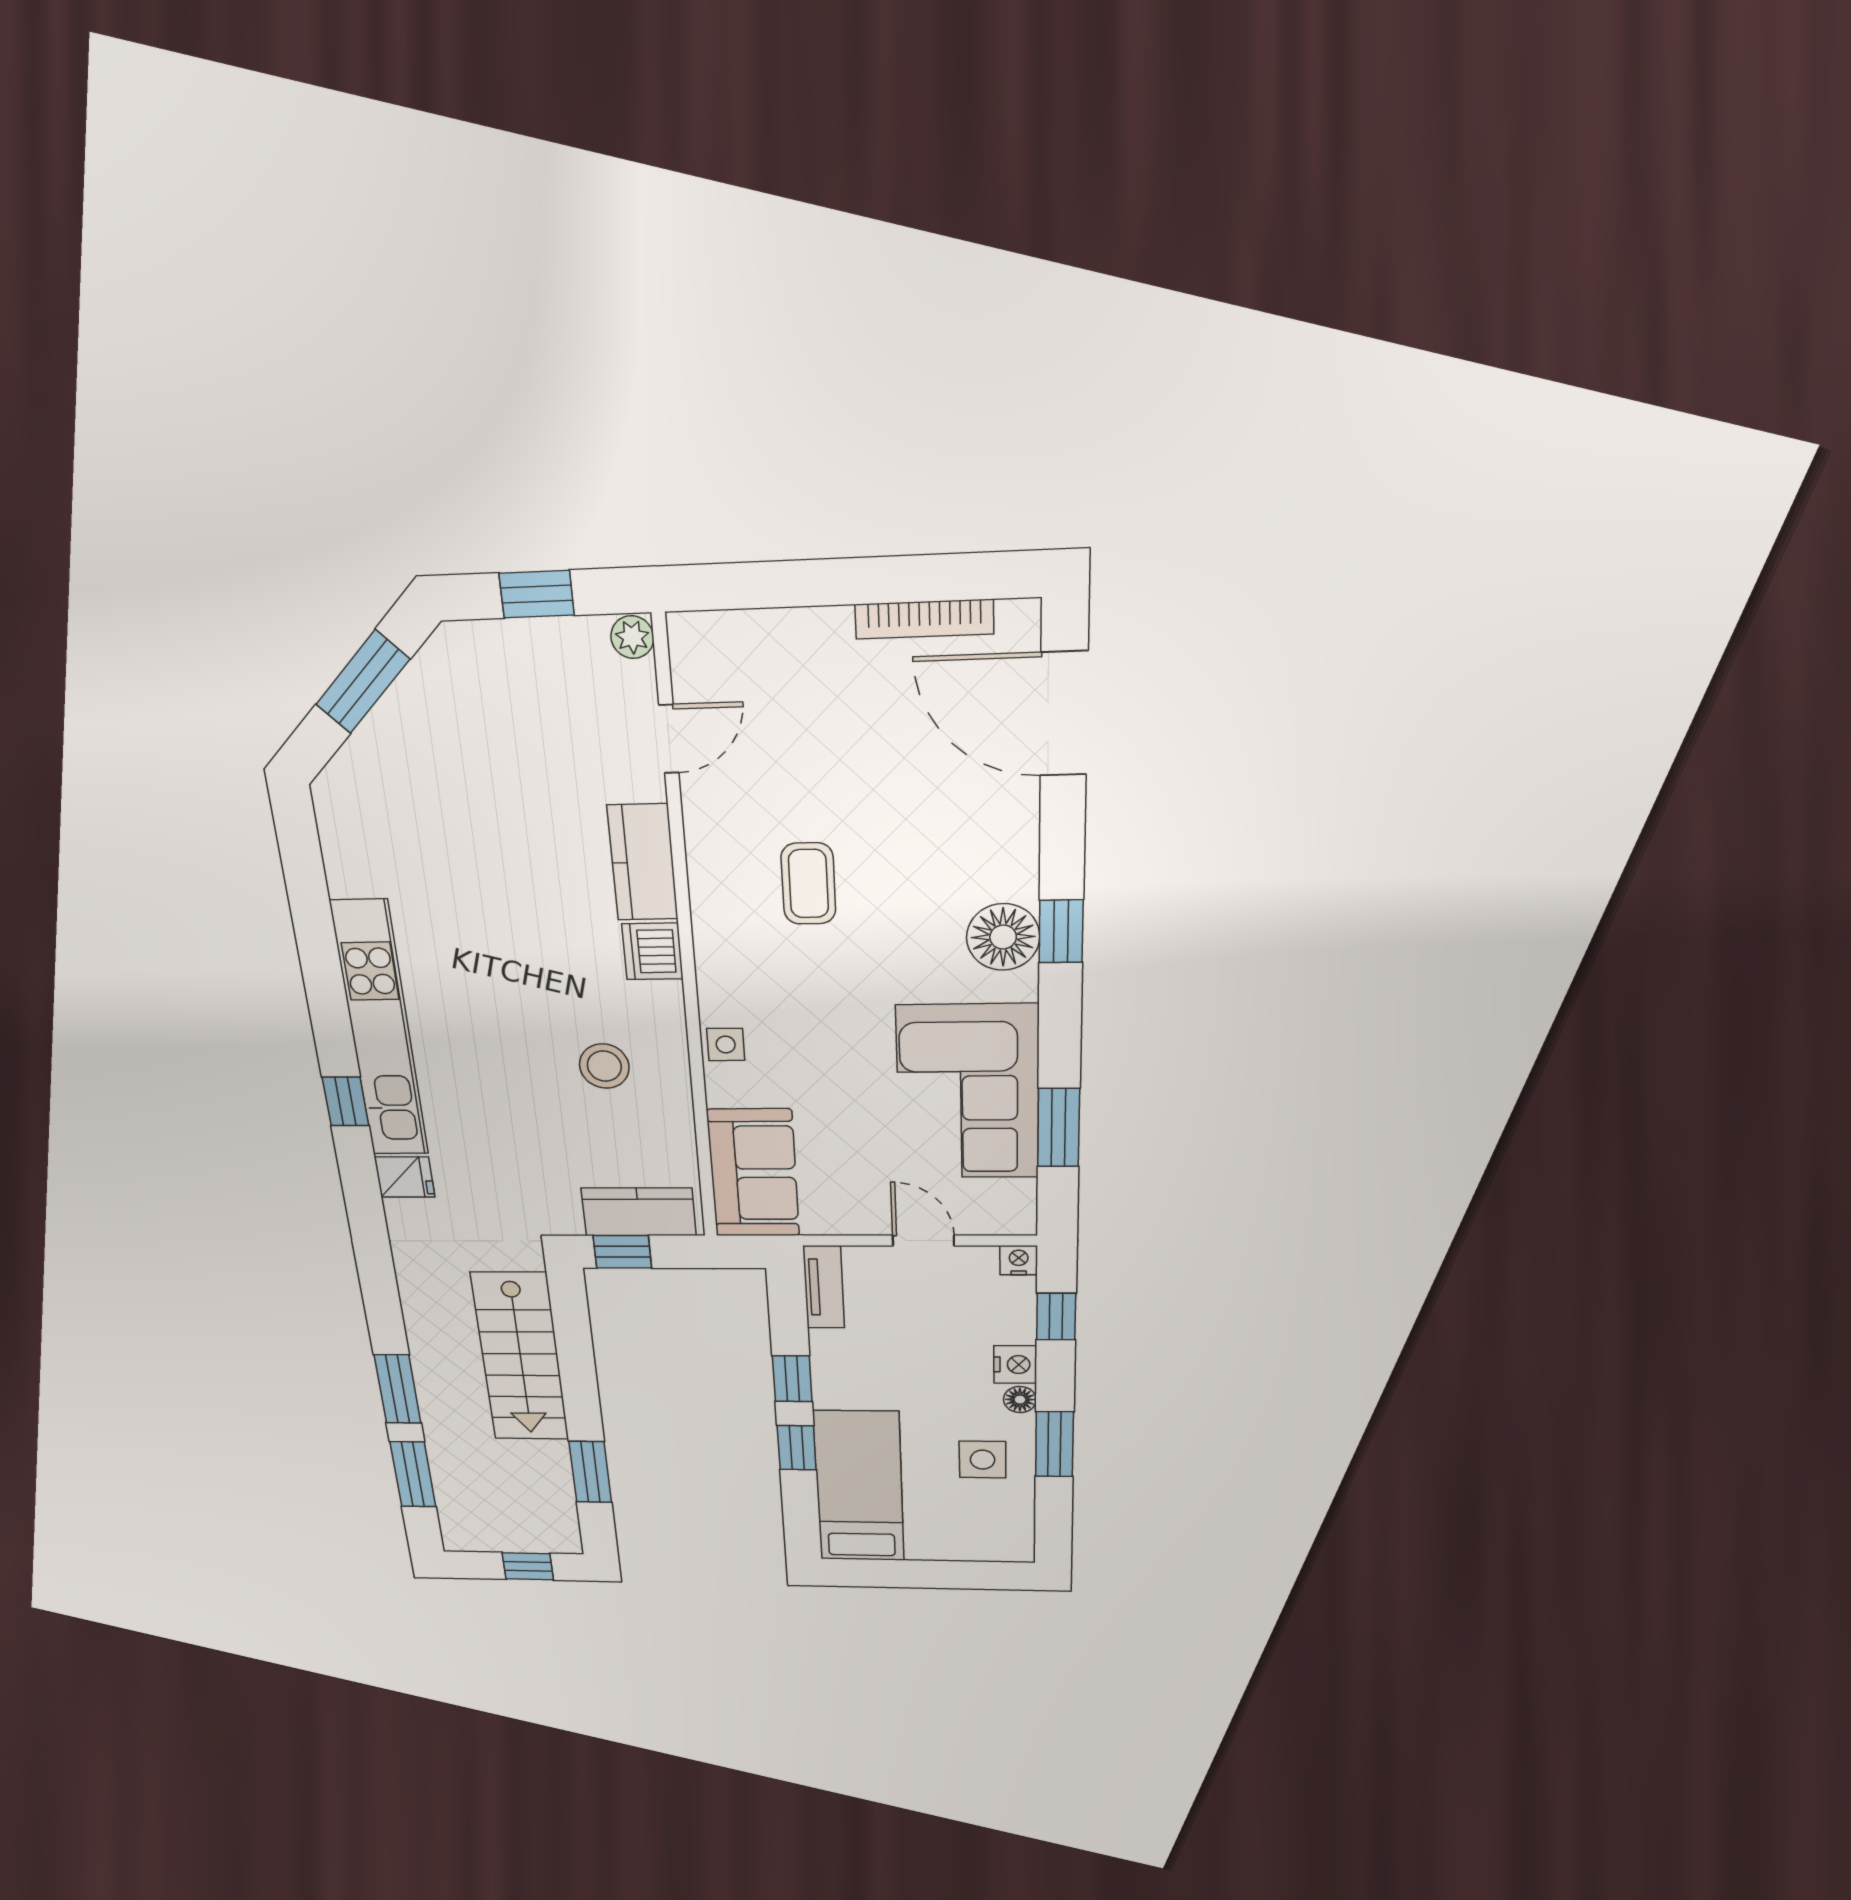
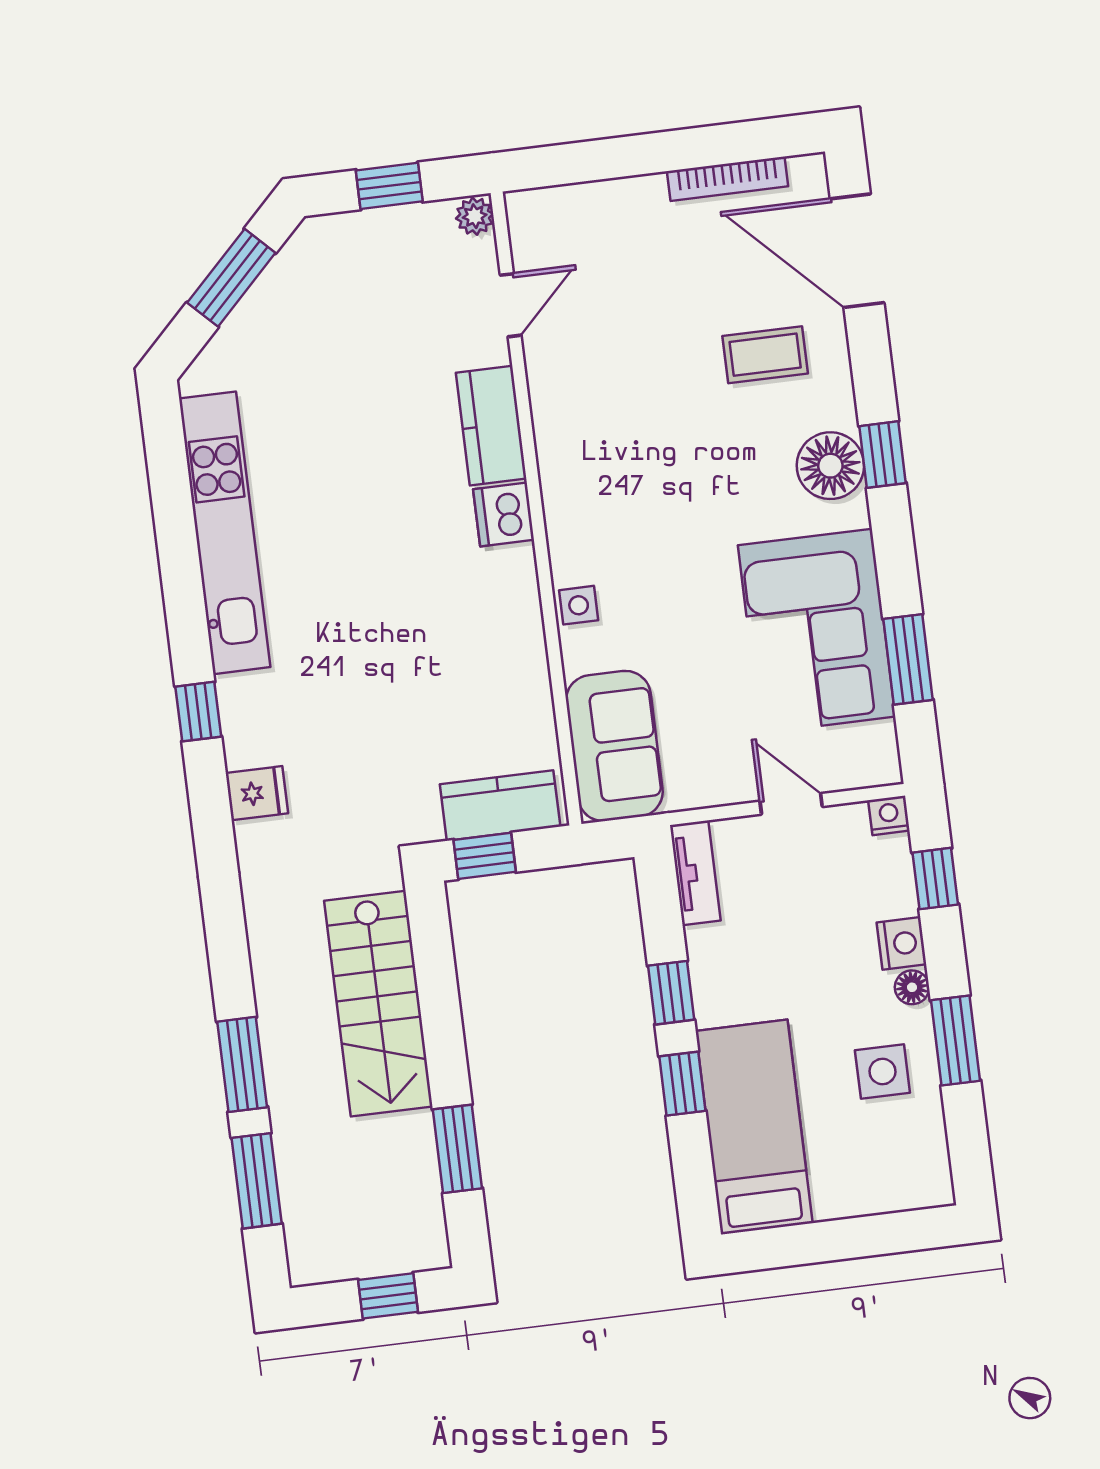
coffee table: (808, 884) -> (765, 355), moved, turned 90
kitchen unit: (380, 1030) -> (225, 533), moved
stool: (604, 1066) -> (460, 642), removed

